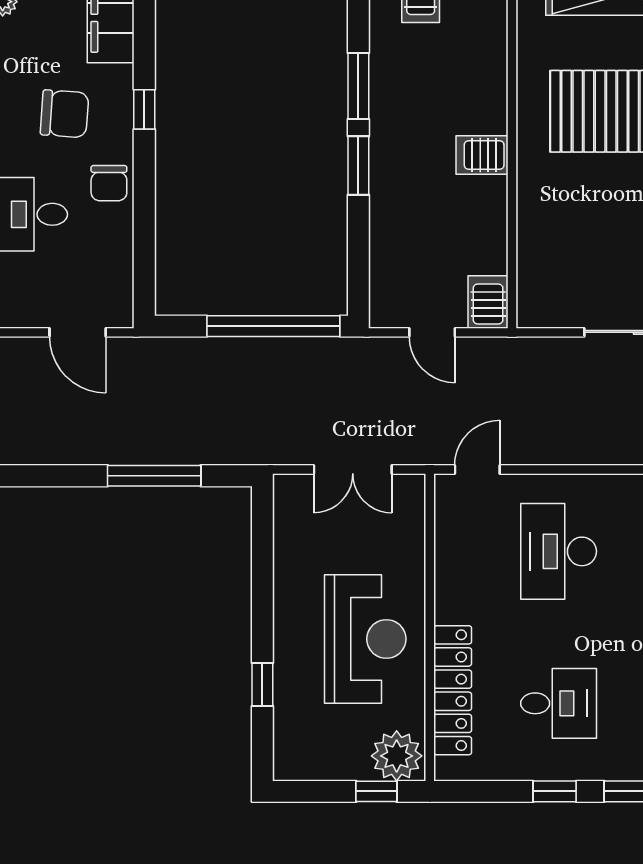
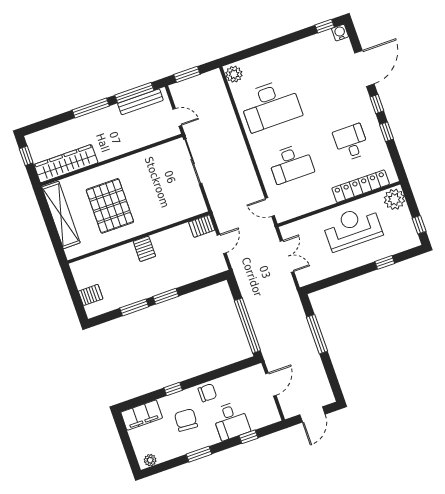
window: (273, 326) -> (247, 326), moved
window: (376, 791) -> (419, 225), moved

